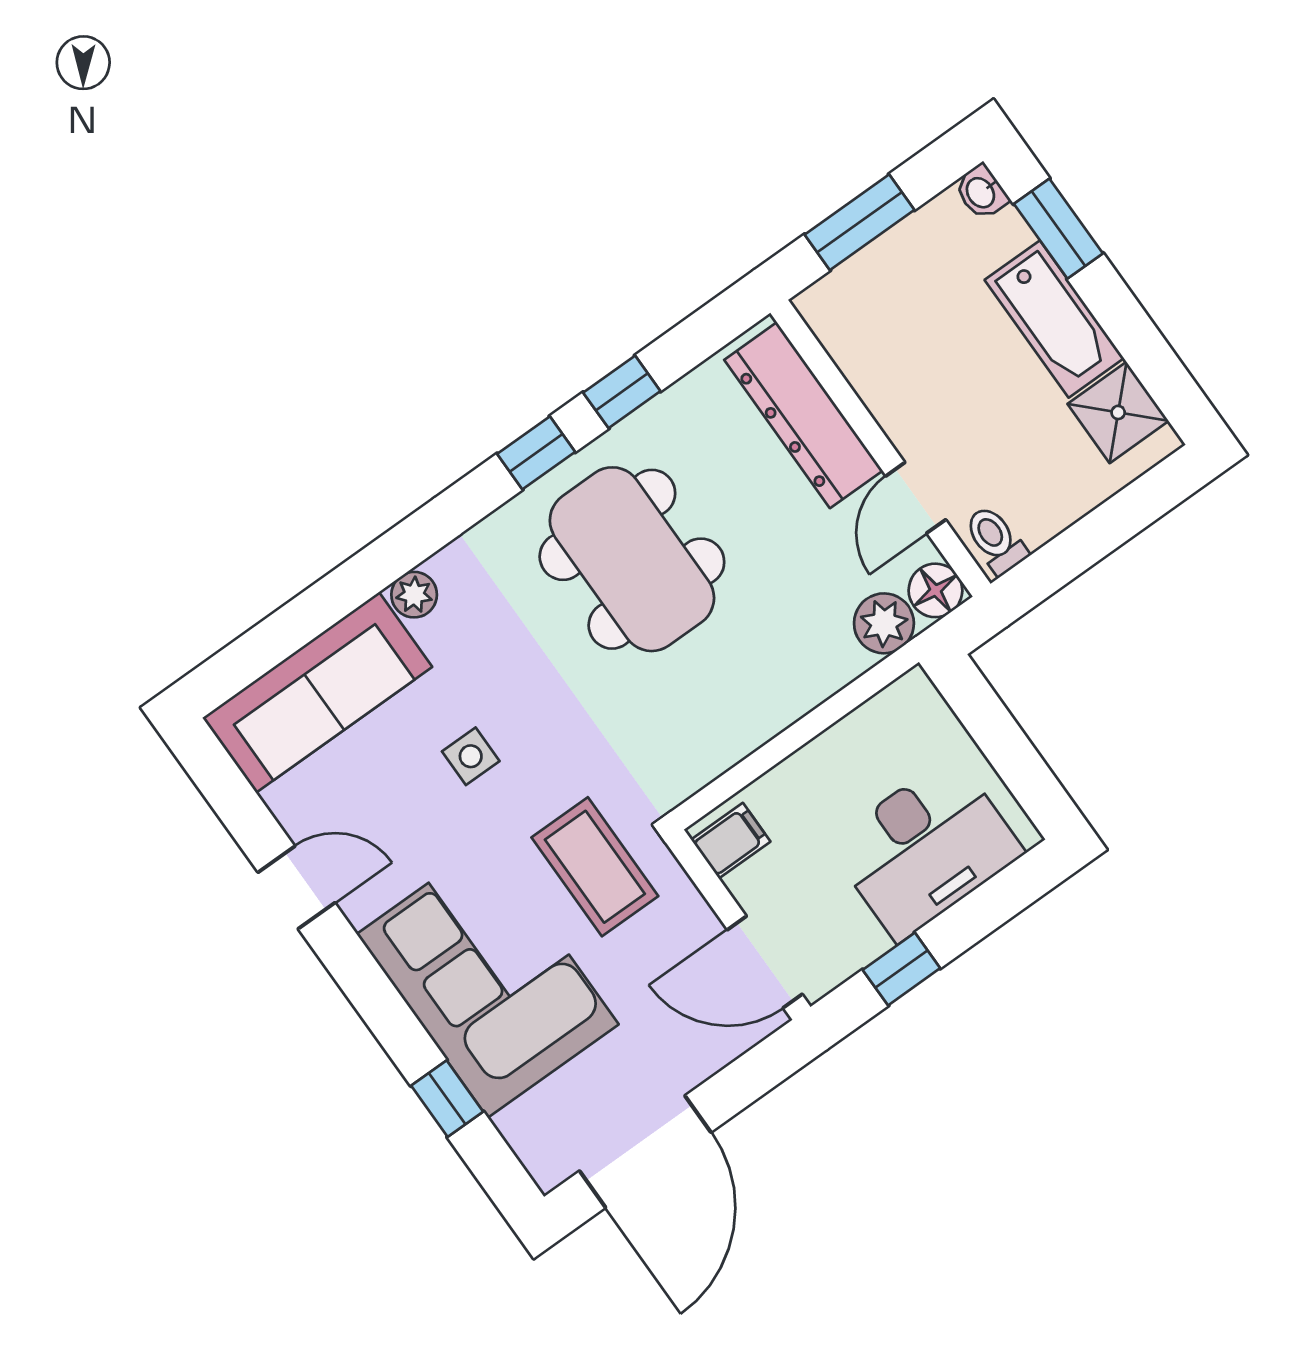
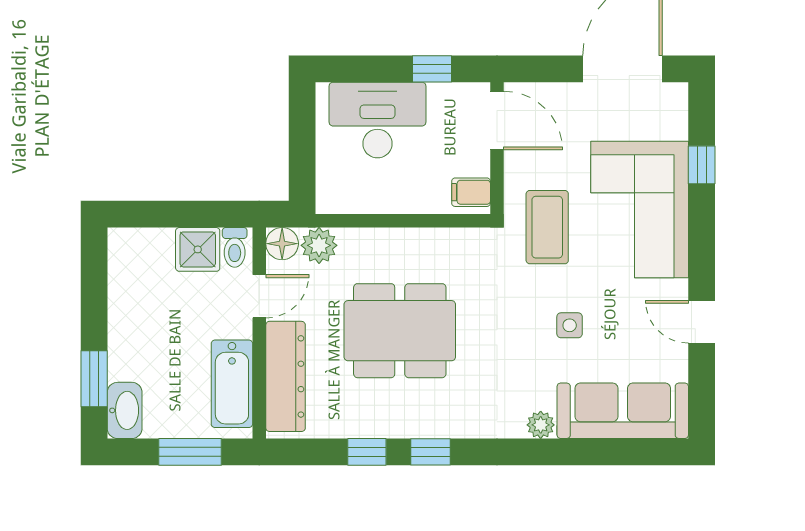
washbasin: (981, 192) -> (125, 410), width x1.91, depth x1.45
bathtub: (1054, 319) -> (232, 384), moved, turned 180
shower: (1118, 412) -> (198, 249), moved
dining table: (632, 559) -> (400, 331), moved, turned 90

